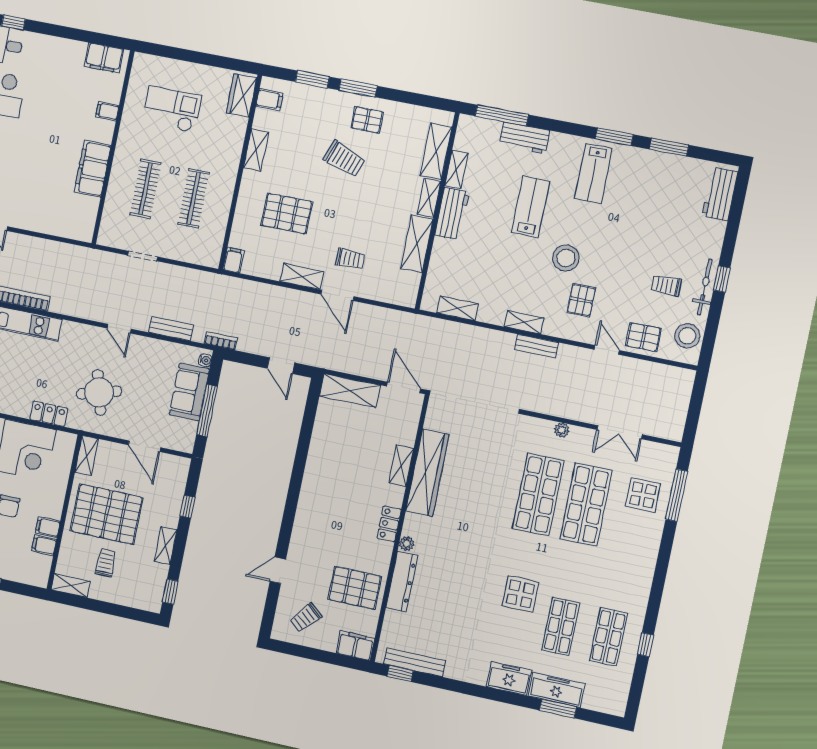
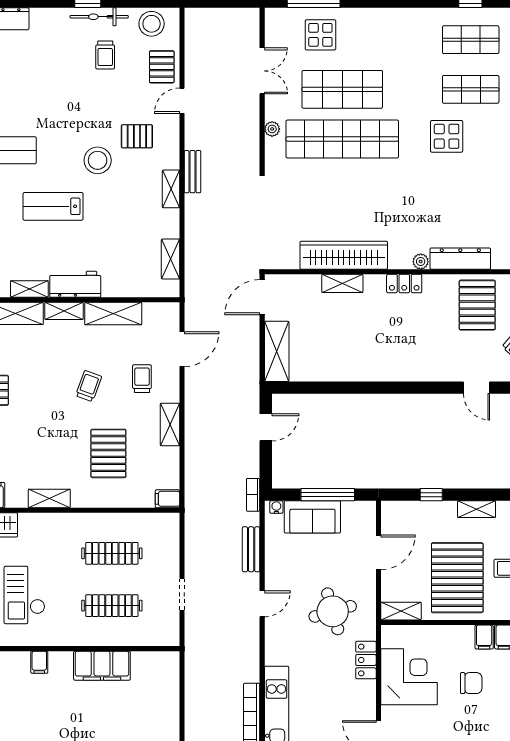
trolley: (344, 159) -> (89, 386), moved, width x0.73, depth x0.72
door: (337, 295) -> (182, 349), moved
shop shelf: (538, 495) -> (342, 139), width x1.40

